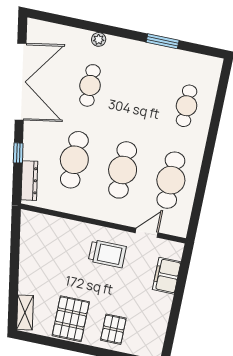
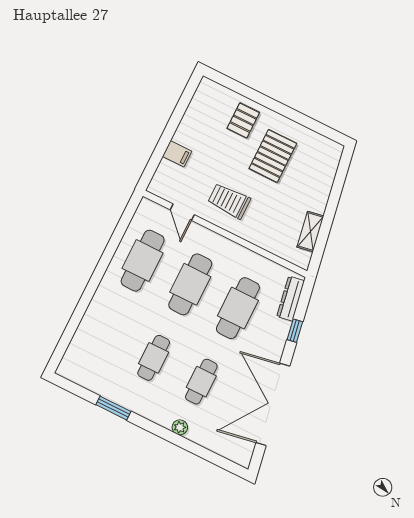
cafe table: (187, 106) -> (154, 358), moved
door: (147, 233) -> (182, 212), hinge flipped
filing cabinet: (167, 276) -> (177, 154), width x0.50
shelving: (25, 313) -> (310, 232), moved
pallet: (71, 319) -> (273, 156), moved

